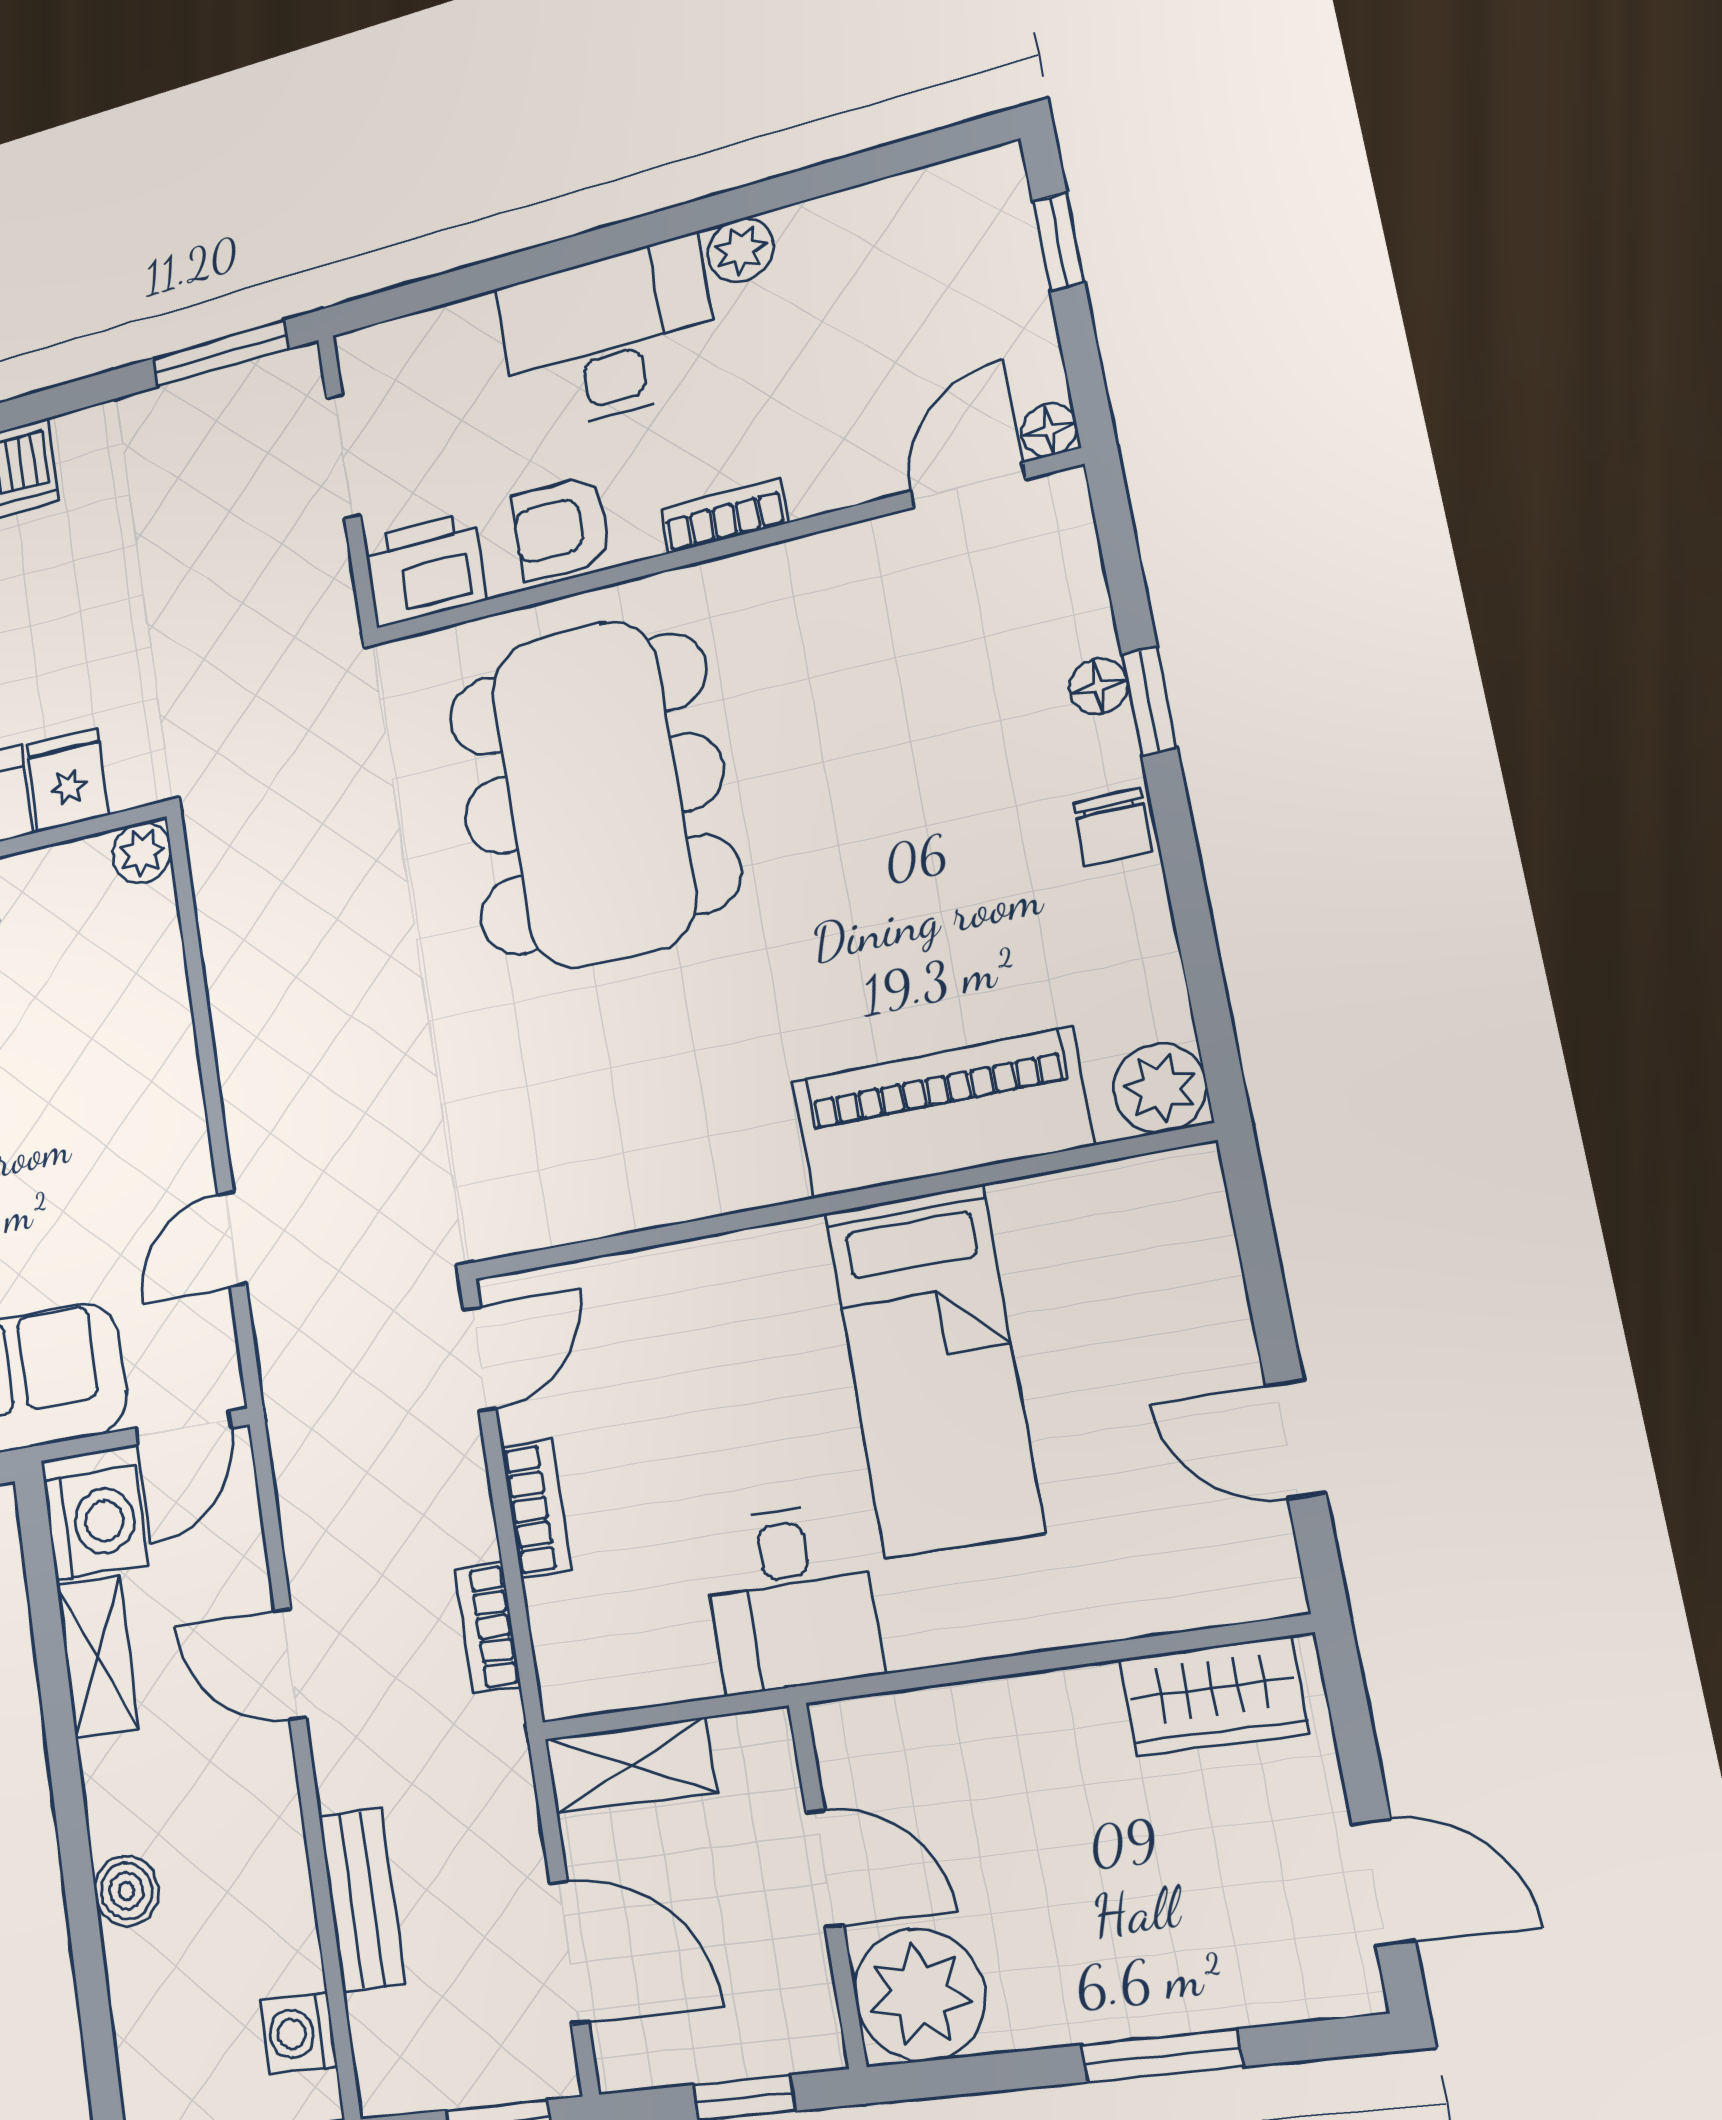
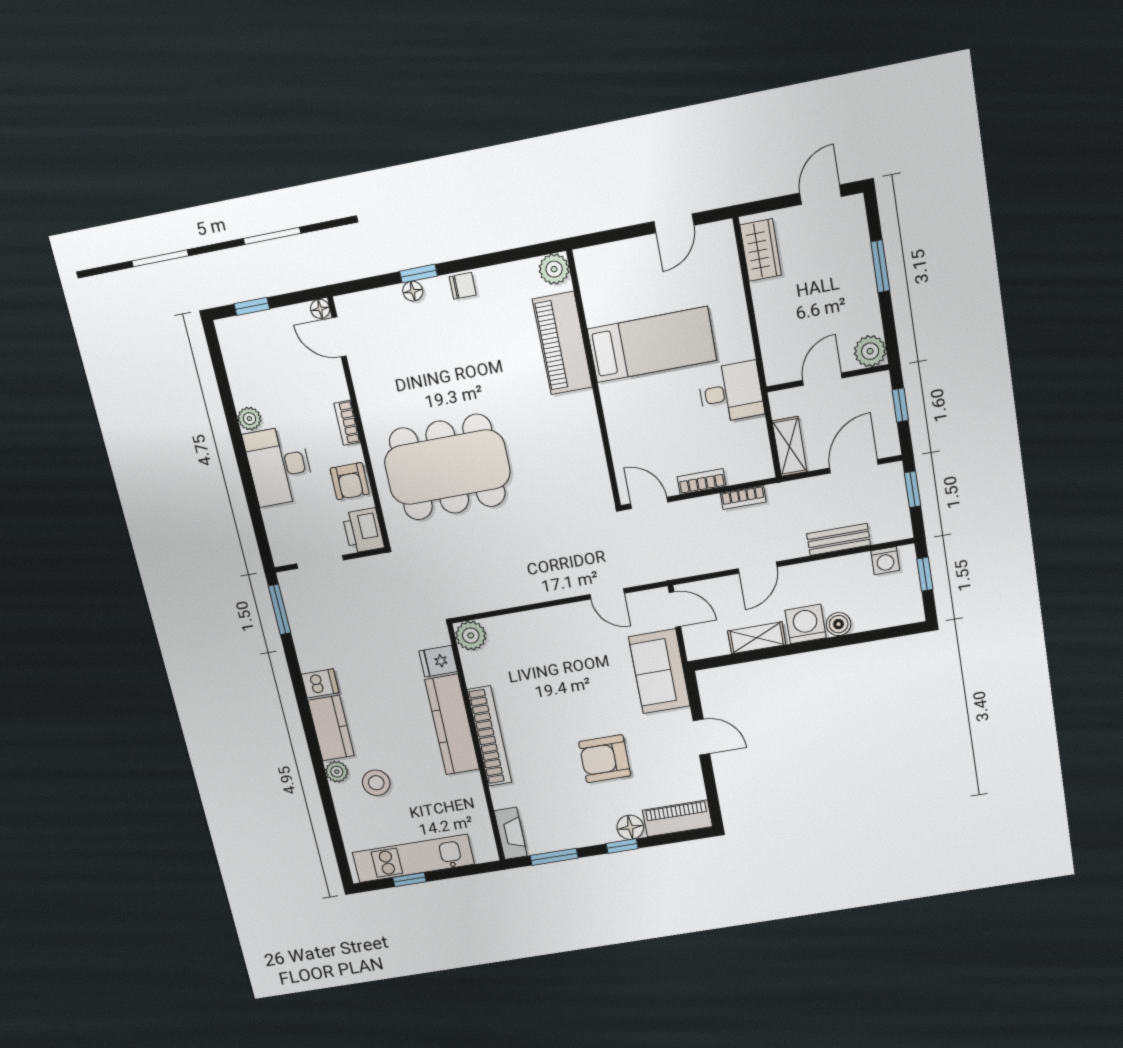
plant: (142, 853) -> (471, 636), width x1.38, depth x1.38
washing machine: (95, 1522) -> (805, 624), moved
plant: (920, 1995) -> (870, 351), width x0.73, depth x0.73

